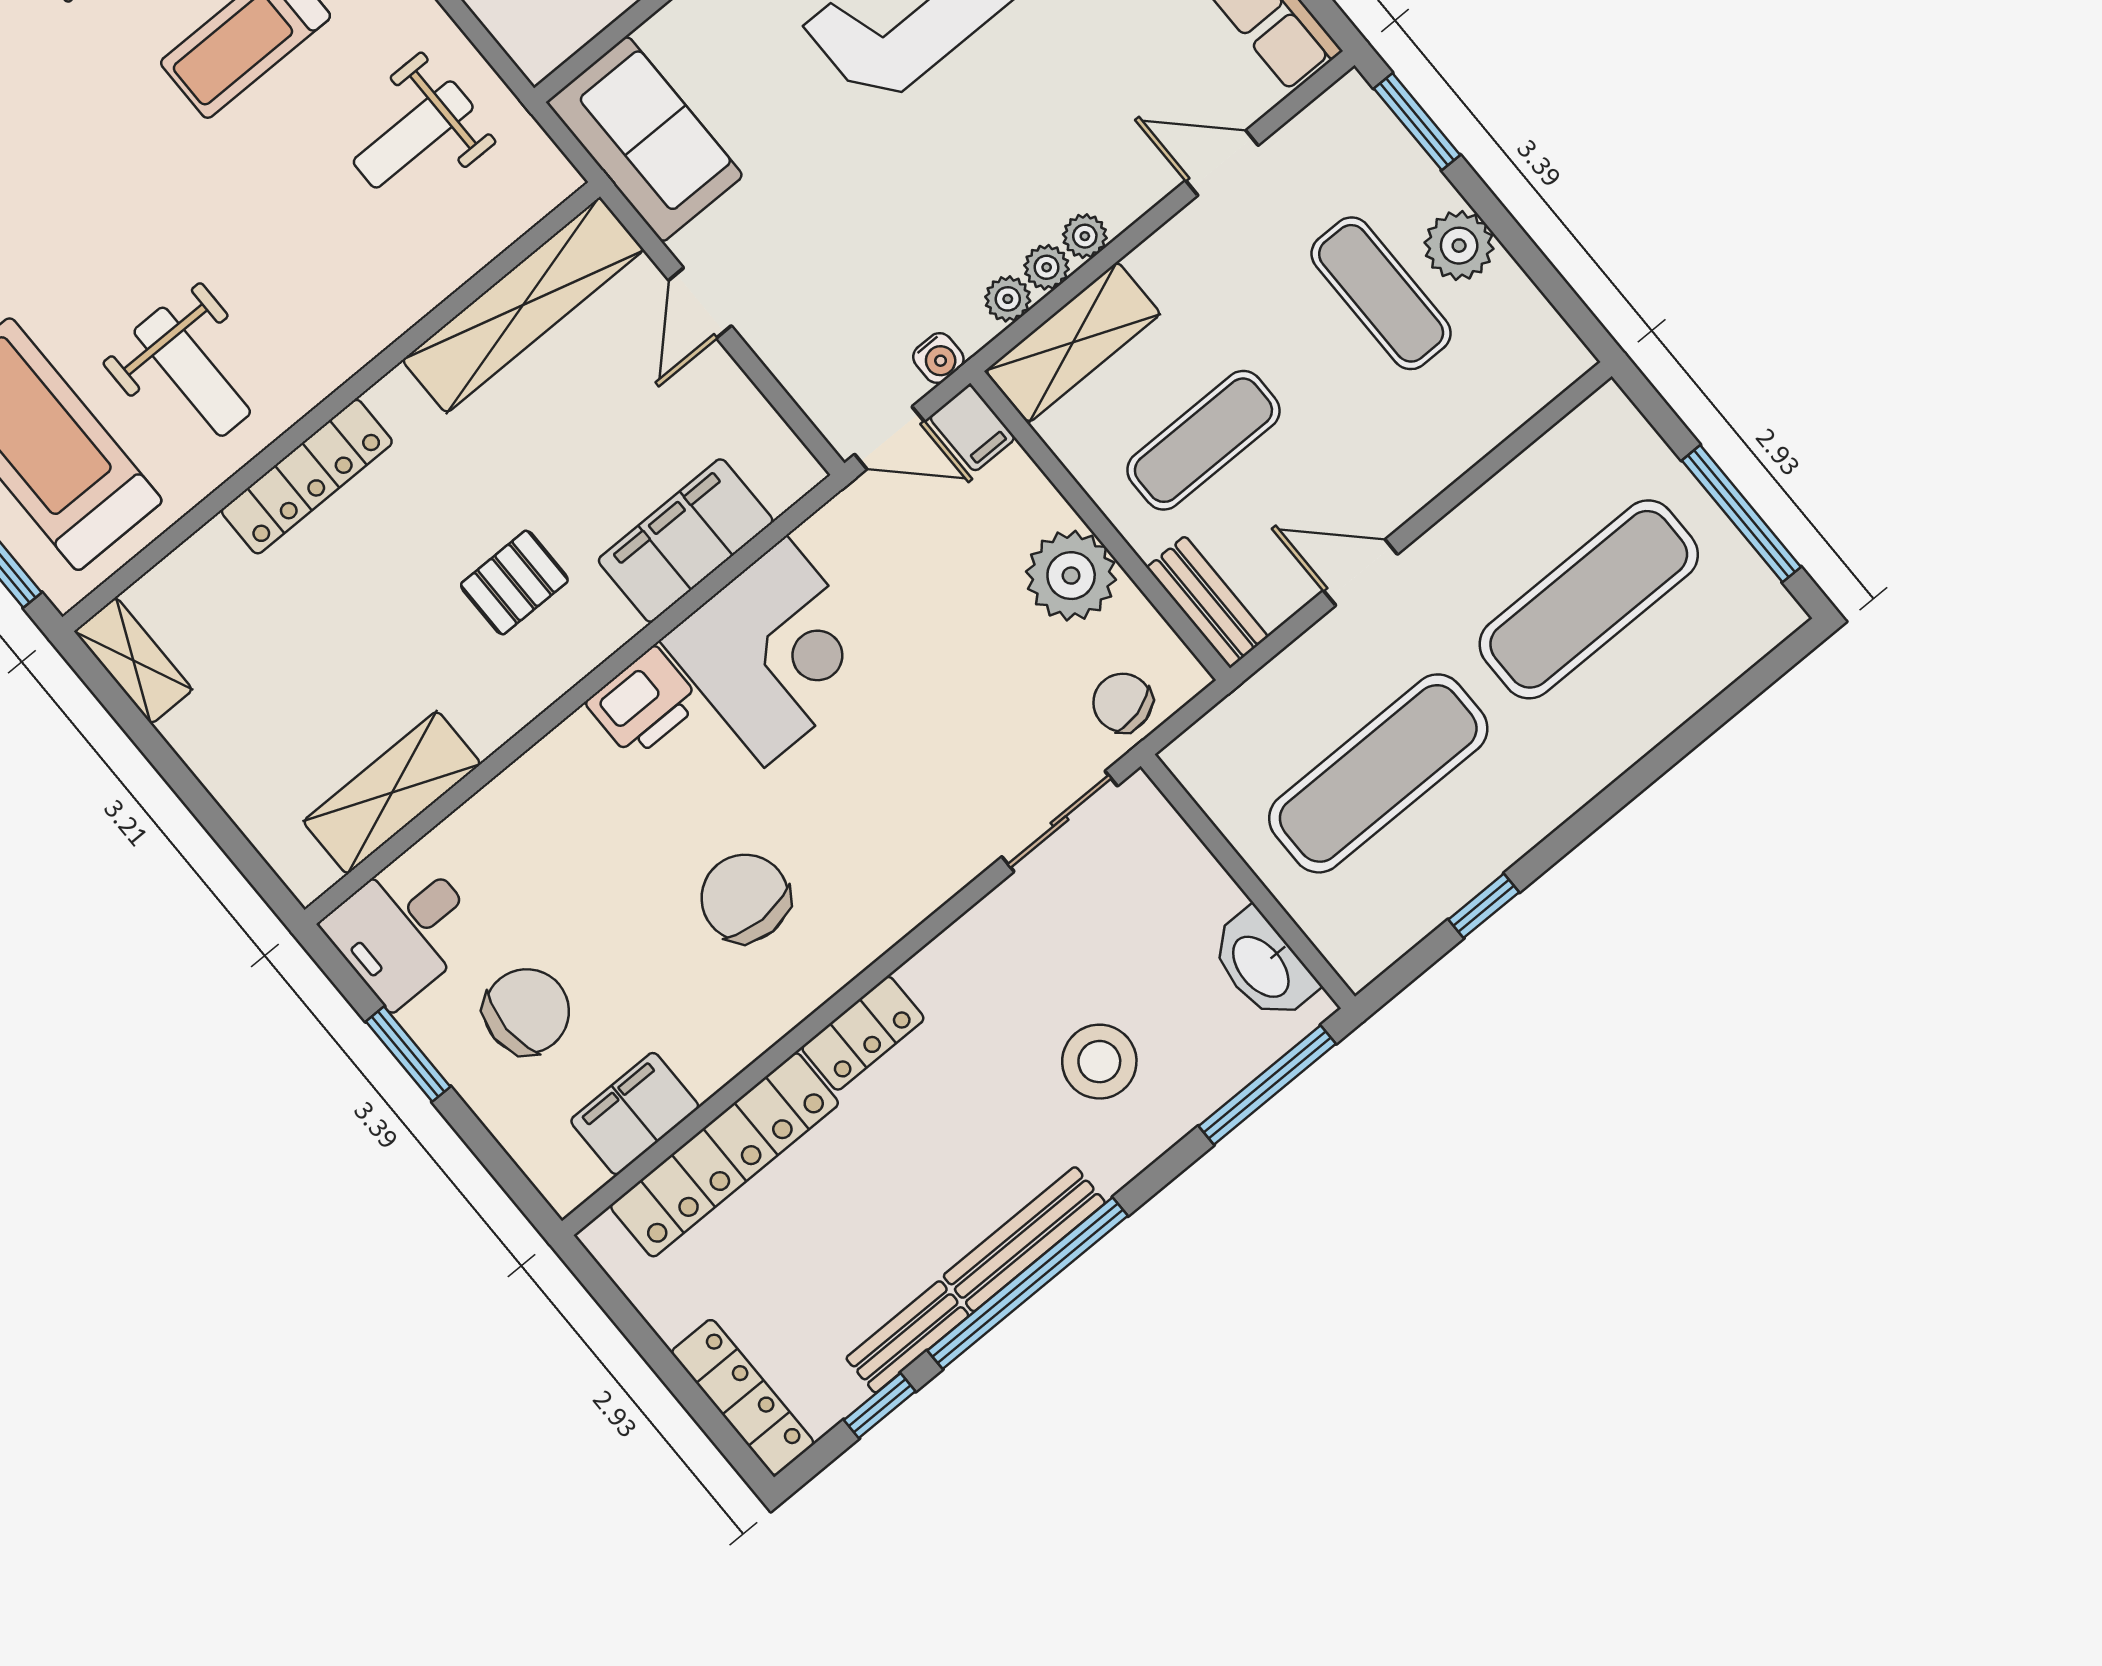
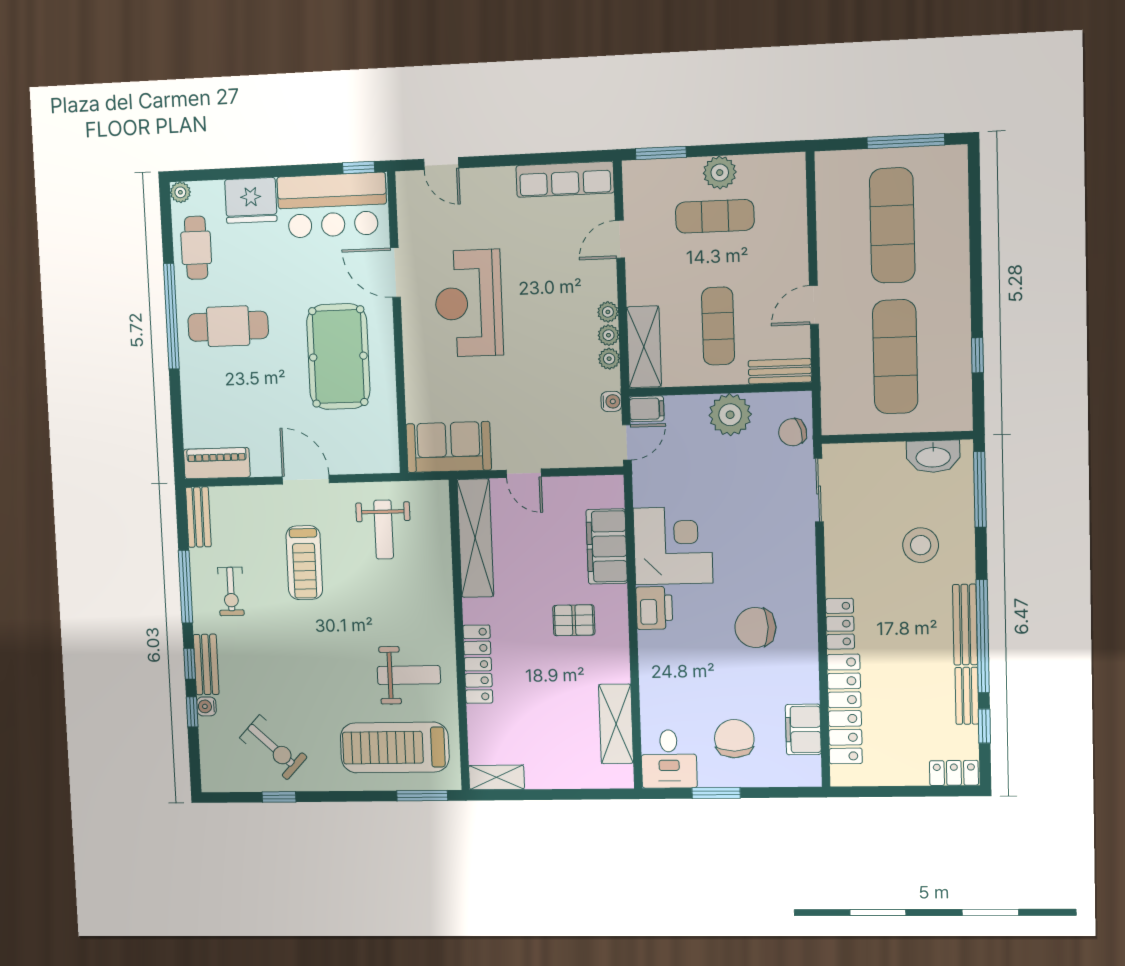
pallet: (514, 582) -> (574, 620), turned 90
locker: (743, 1397) -> (954, 773), width x0.66

